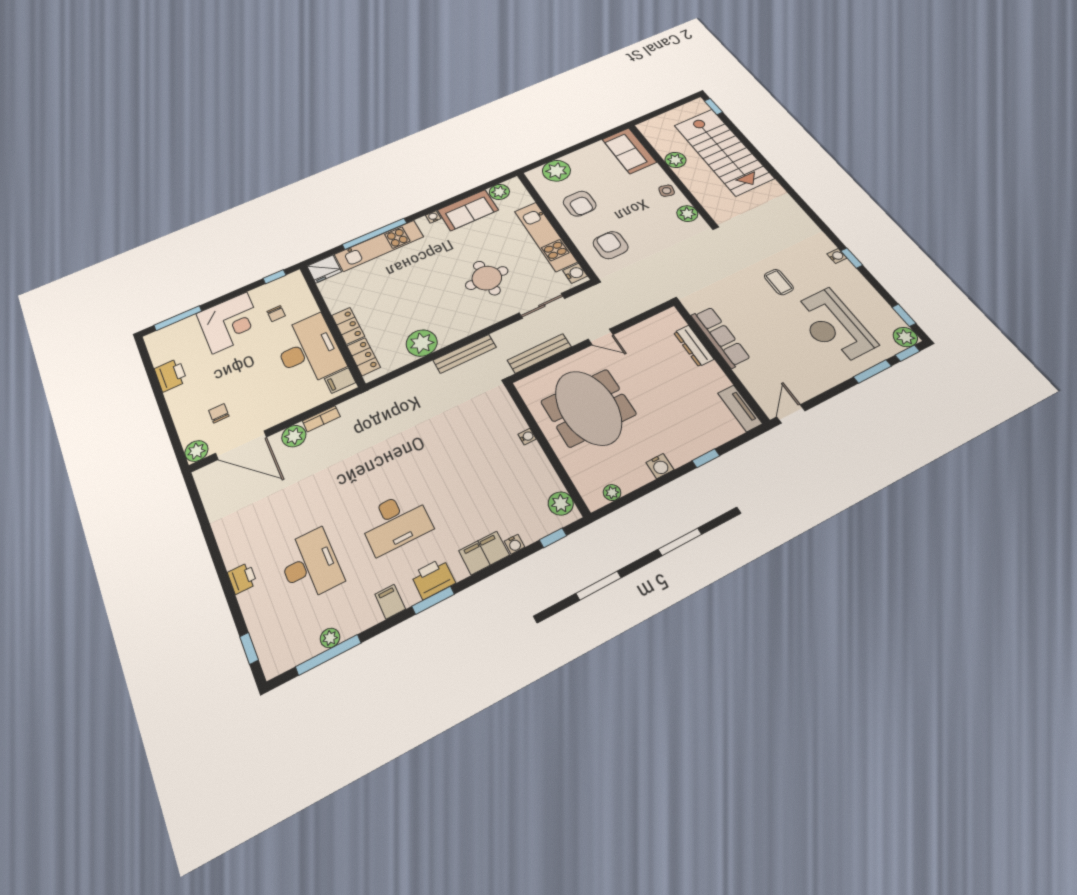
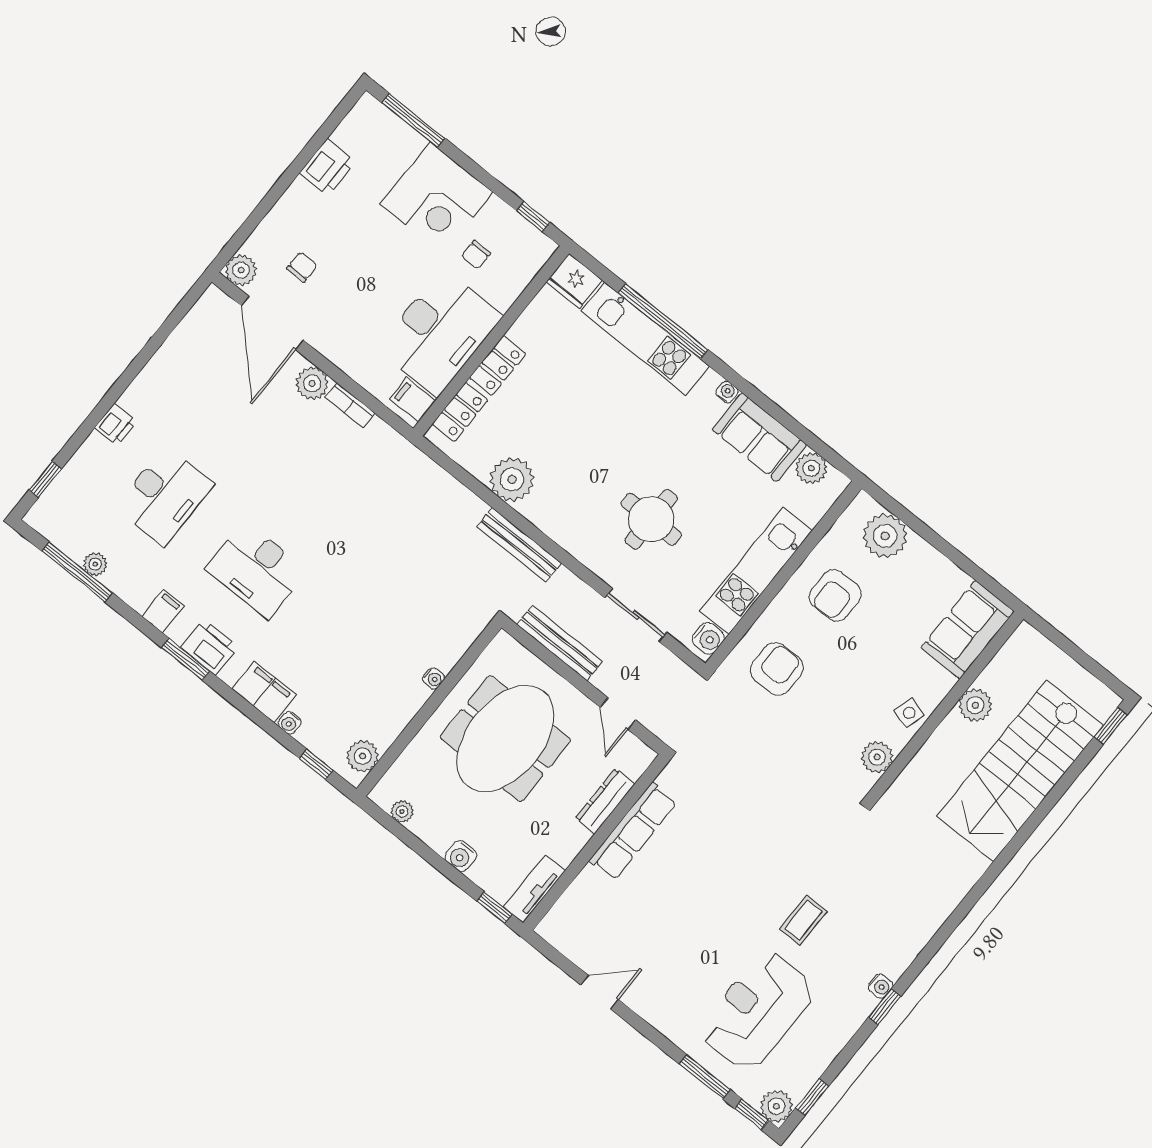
row of seats: (720, 337) -> (633, 831), moved
dresser: (694, 346) -> (605, 801), moved
wall: (720, 361) -> (596, 842), moved
tv unit: (740, 408) -> (534, 889), moved

